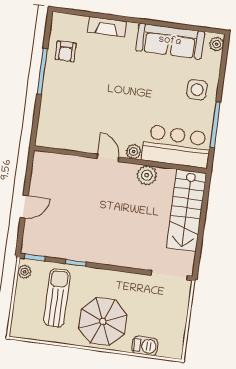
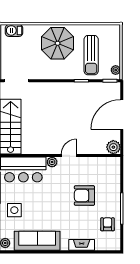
armchair: (93, 97) -> (84, 196), added
door: (108, 158) -> (69, 155), swing flipped
plant: (147, 175) -> (113, 147), moved
door: (24, 207) -> (122, 115), width x1.87
barbecue: (145, 346) -> (14, 30), moved

